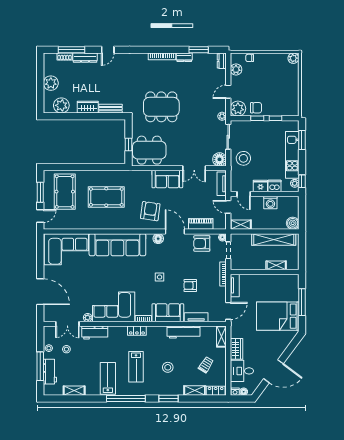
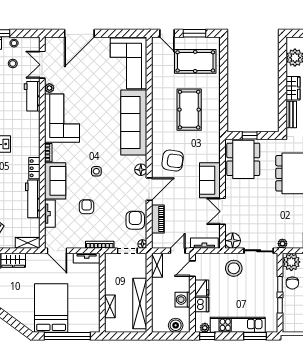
boiler: (293, 223) -> (176, 325), moved
window: (302, 302) -> (67, 336), width x1.46
locker: (137, 331) -> (34, 168), moved

